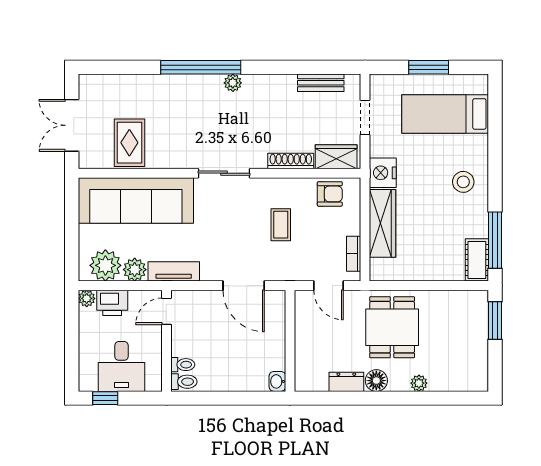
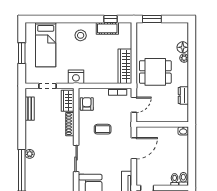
wardrobe: (382, 223) -> (125, 66), moved, turned -90
window: (495, 240) -> (111, 19), width x0.46
cot: (477, 260) -> (107, 28), moved
floor lamp: (376, 381) -> (183, 47), moved

